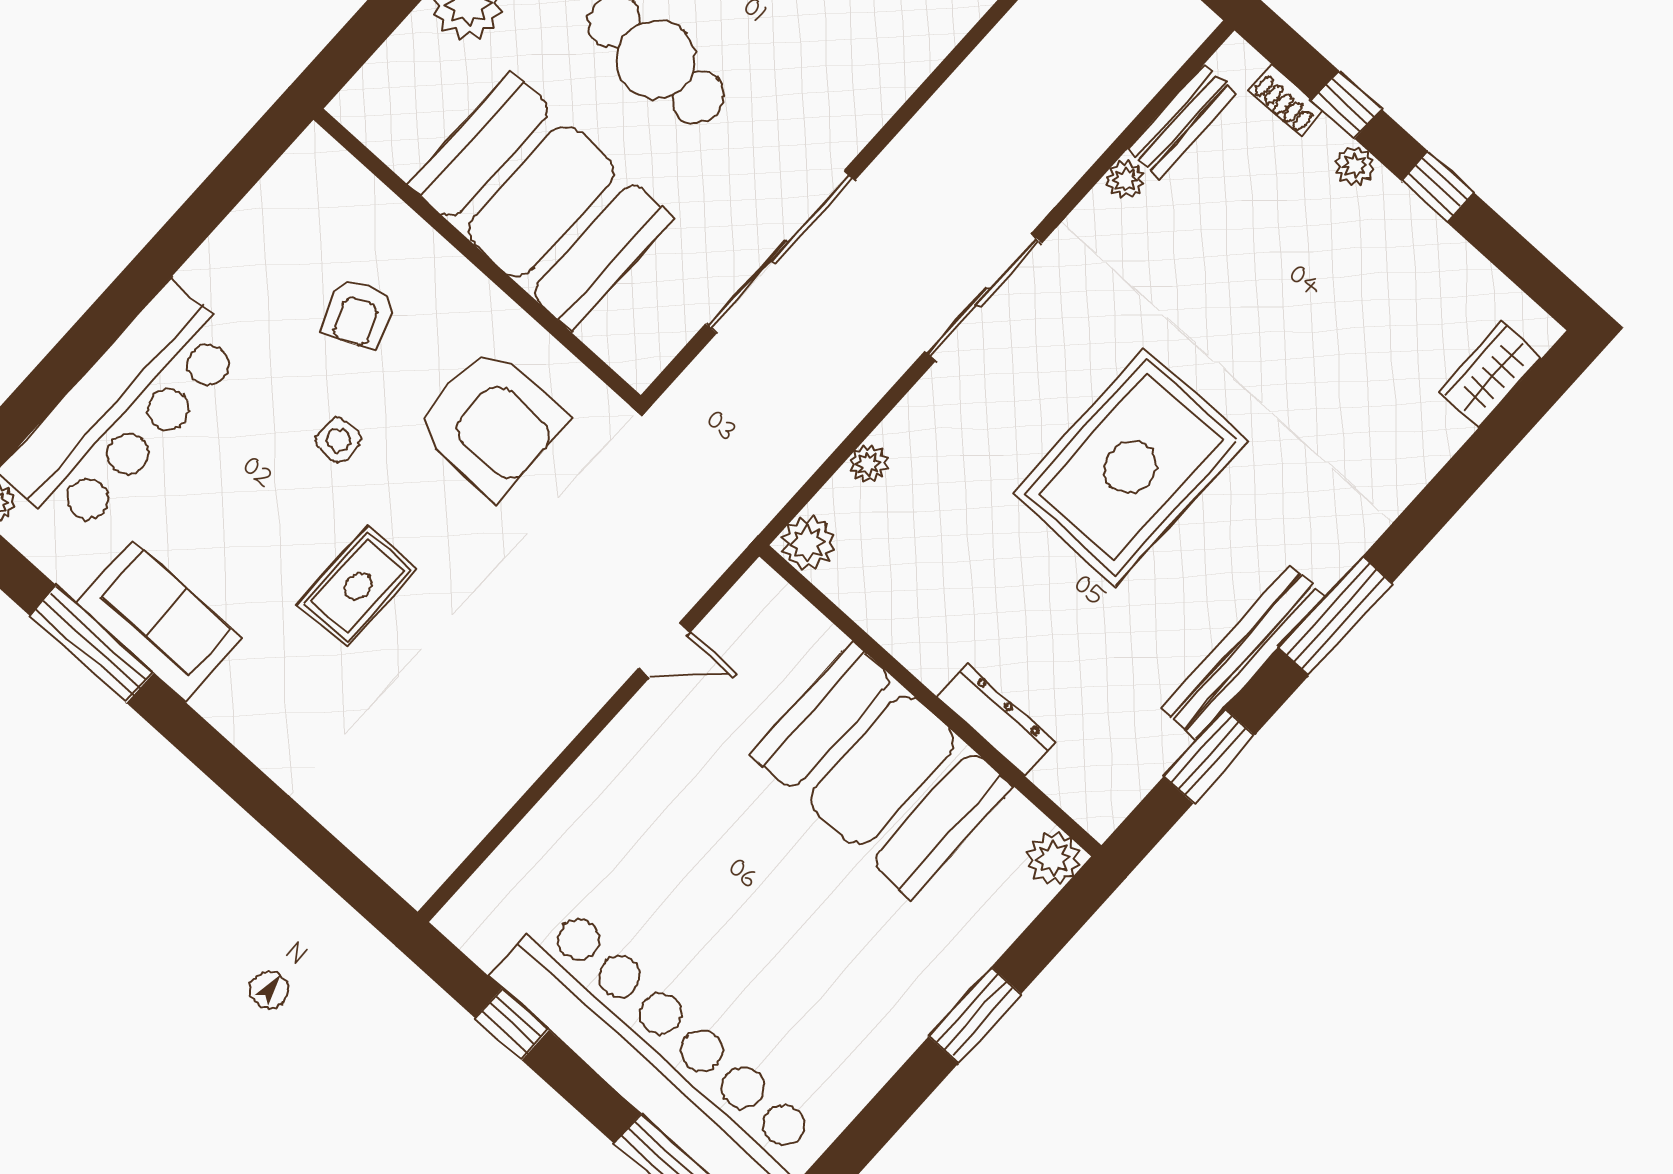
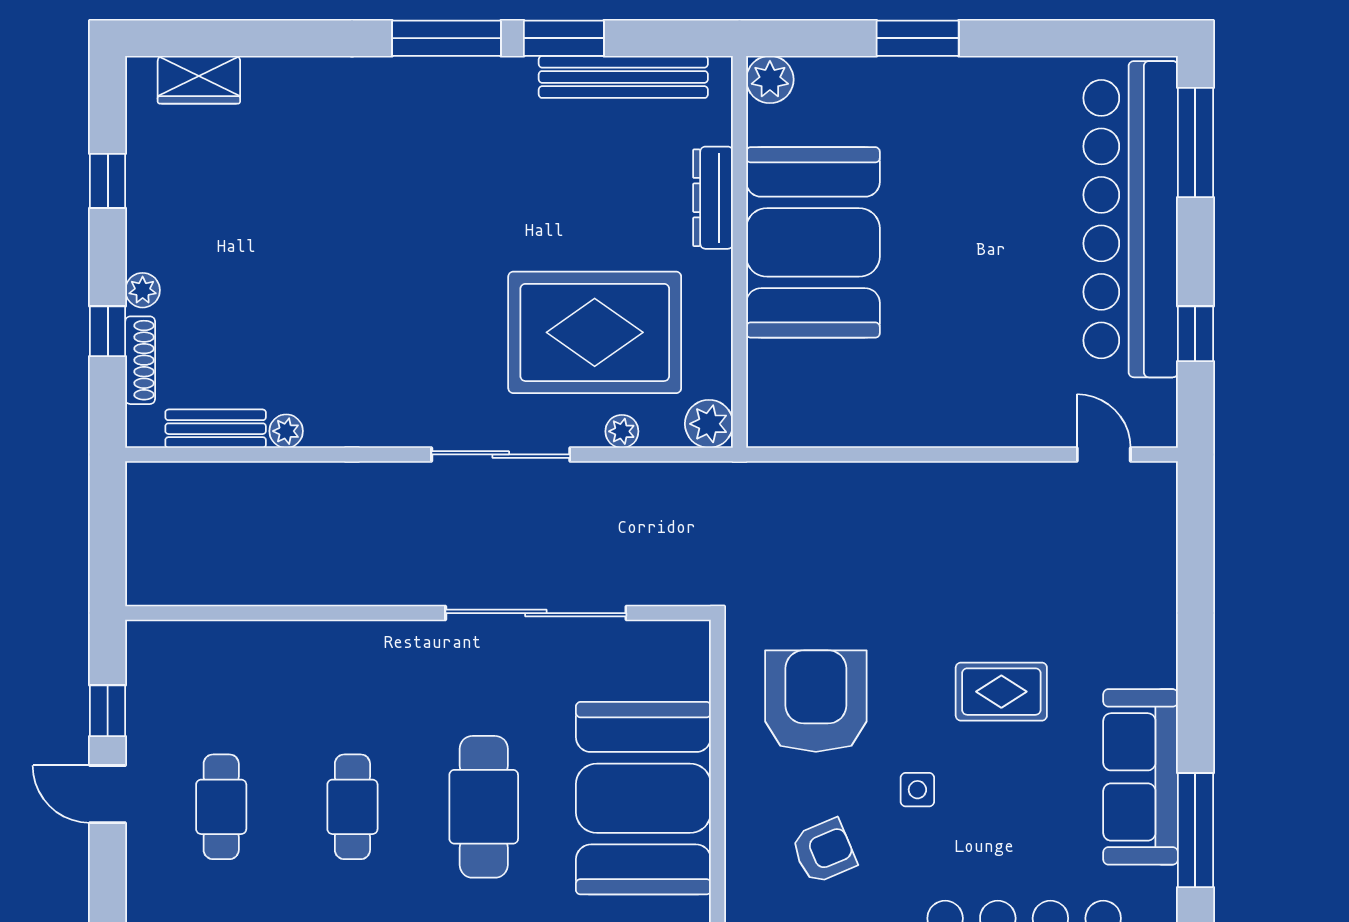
shoe rack: (1286, 100) -> (140, 360), width x1.43
window: (1438, 187) -> (108, 181), moved
sliding door: (983, 297) -> (501, 454), moved
rug: (1130, 467) -> (595, 332), moved
sofa: (159, 621) -> (1141, 777), width x1.36
door: (664, 650) -> (1104, 454), moved
bench: (1243, 652) -> (623, 77), moved
window: (1209, 756) -> (564, 38), moved

